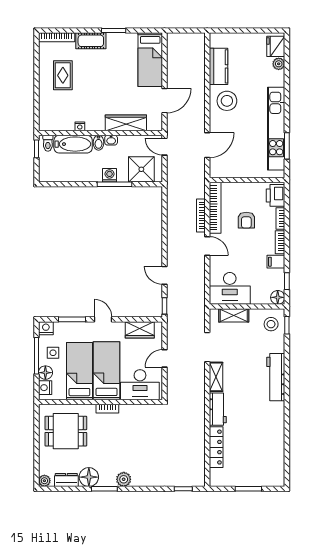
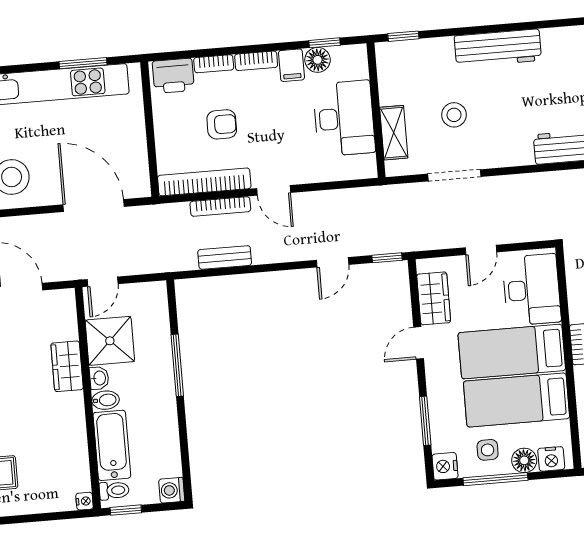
wardrobe: (126, 123) -> (67, 366), width x0.67
nightstand: (80, 126) -> (85, 501), moved
door: (207, 145) -> (94, 206), width x1.36
shower: (141, 169) -> (110, 341), moved
washing machine: (110, 175) -> (172, 490), moved
bench: (172, 216) -> (225, 257), added
door: (207, 246) -> (274, 190), swing flipped
desk: (230, 288) -> (344, 118), moved
floor lamp: (278, 297) -> (318, 60), moved
door: (103, 319) -> (419, 343), moved
stool: (271, 324) -> (454, 115), moved
door: (164, 358) -> (481, 250), hinge flipped
shelving: (216, 377) -> (506, 155), removed

